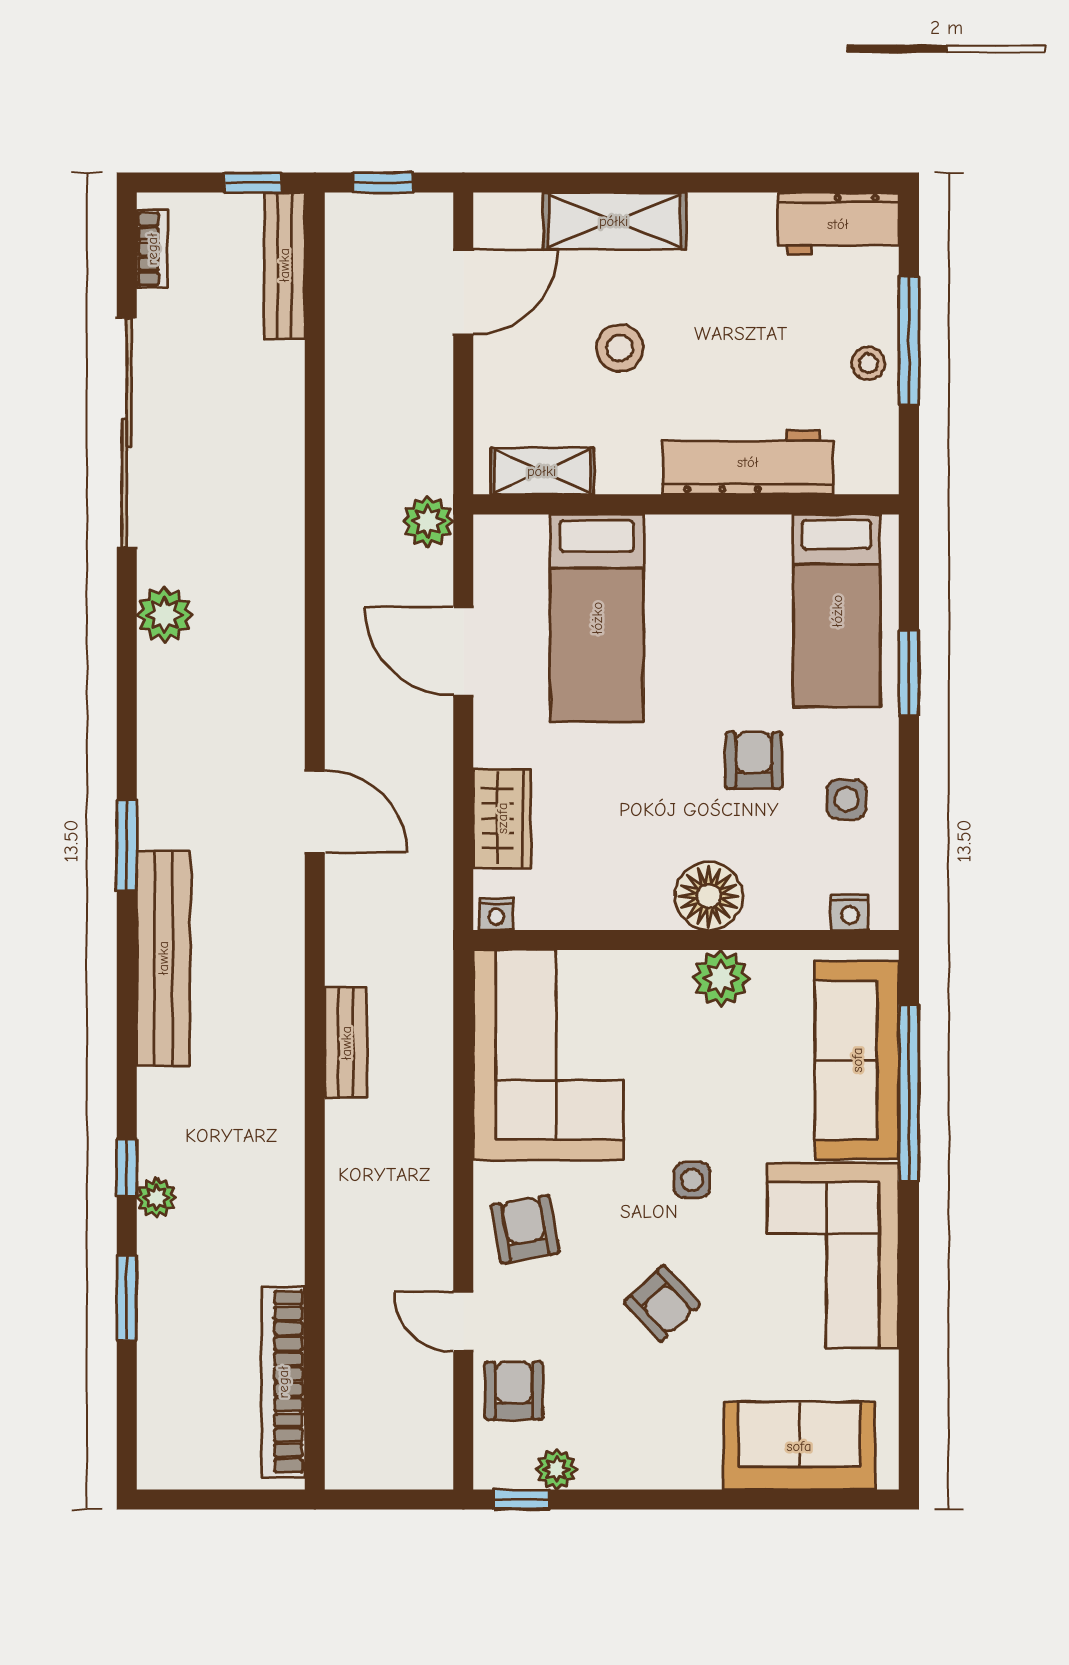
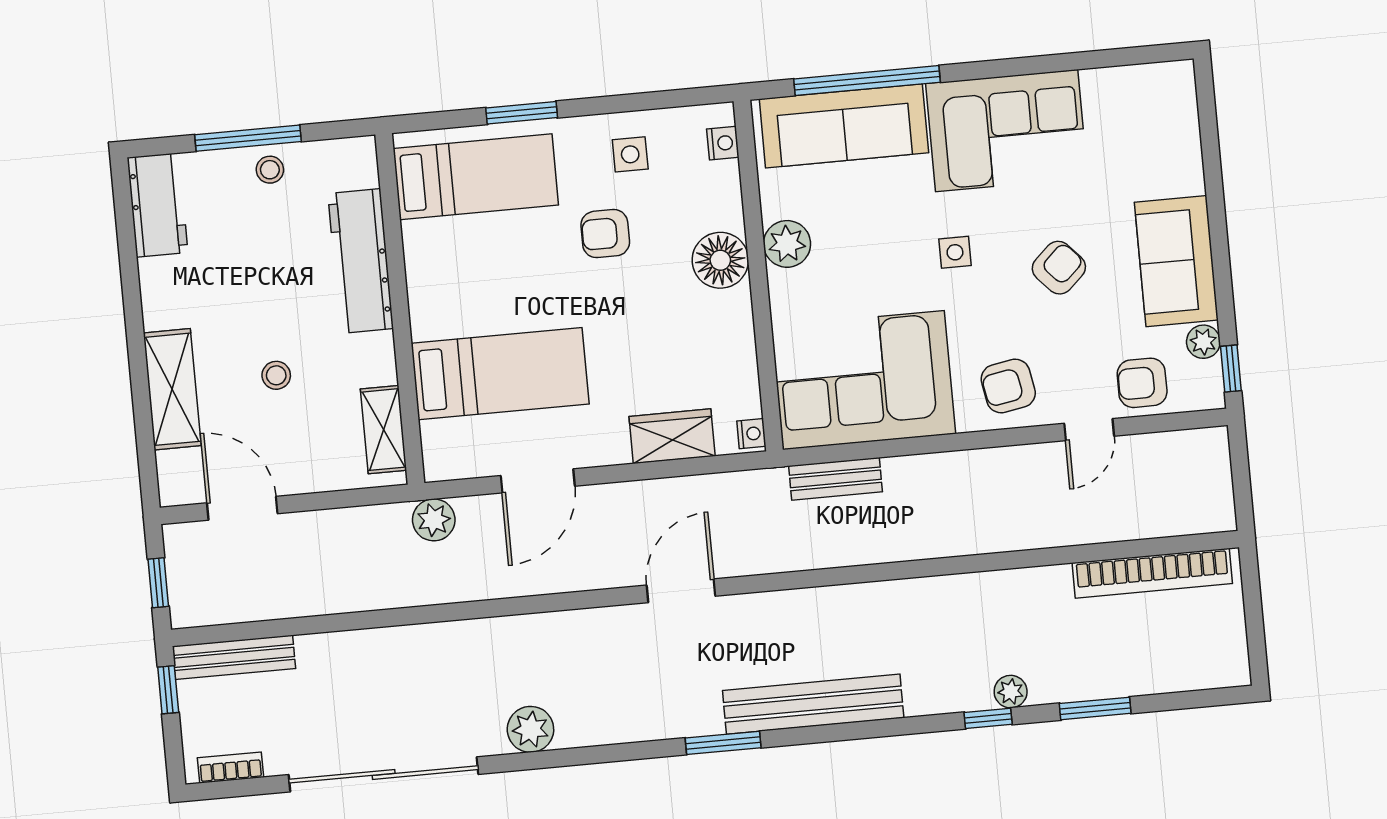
stool: (620, 348) -> (276, 375), width x0.73, depth x0.73
bench: (346, 1043) -> (835, 479), moved
sofa: (799, 1446) -> (1176, 261), moved

